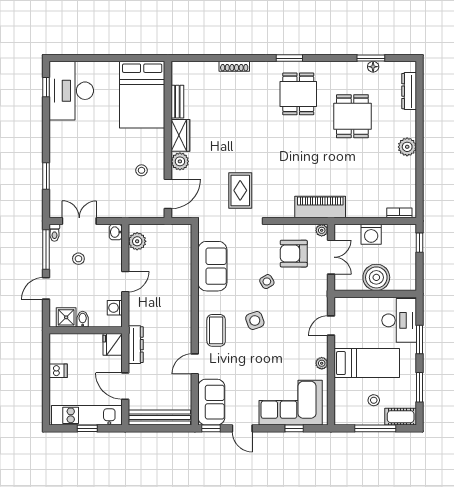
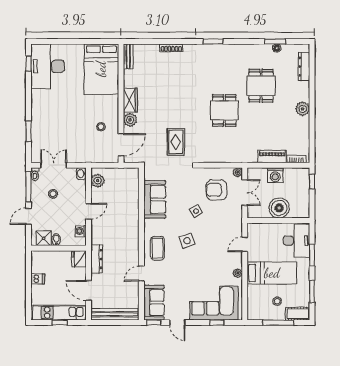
dining table: (298, 94) -> (224, 110), moved
bench: (177, 102) -> (128, 56), moved
piano: (320, 207) -> (272, 157), moved, width x0.73, depth x0.75

